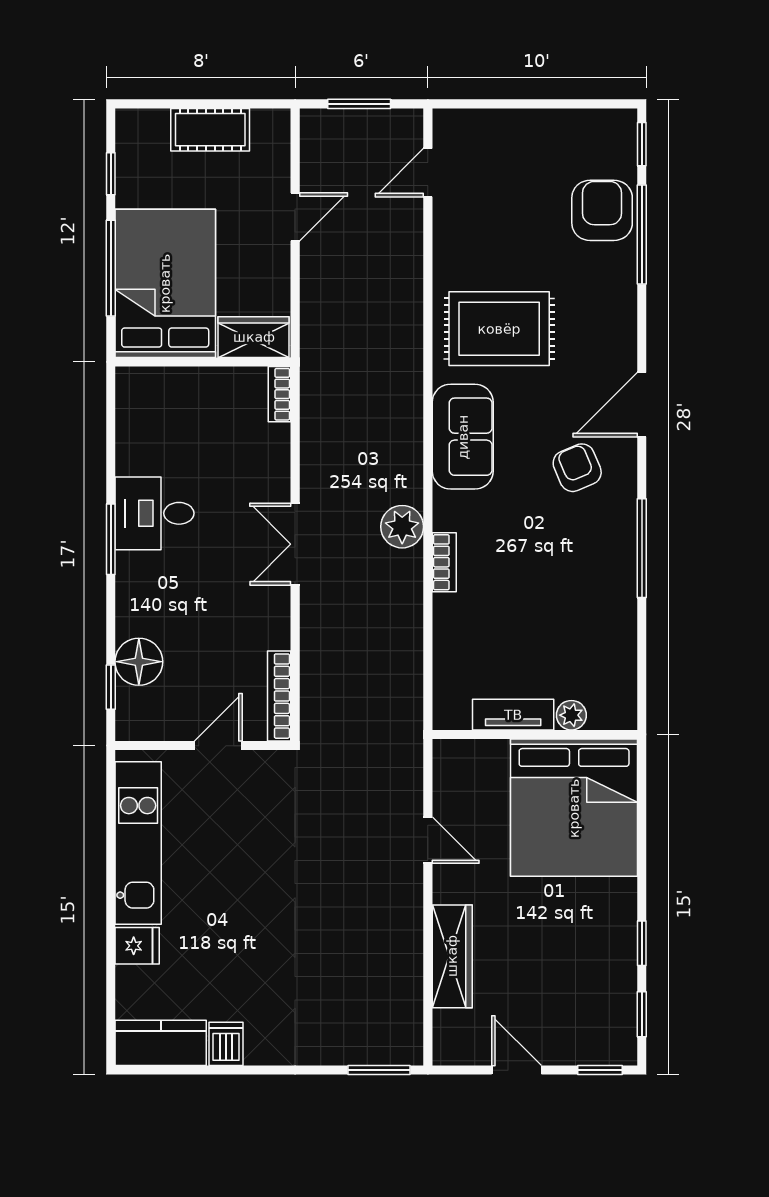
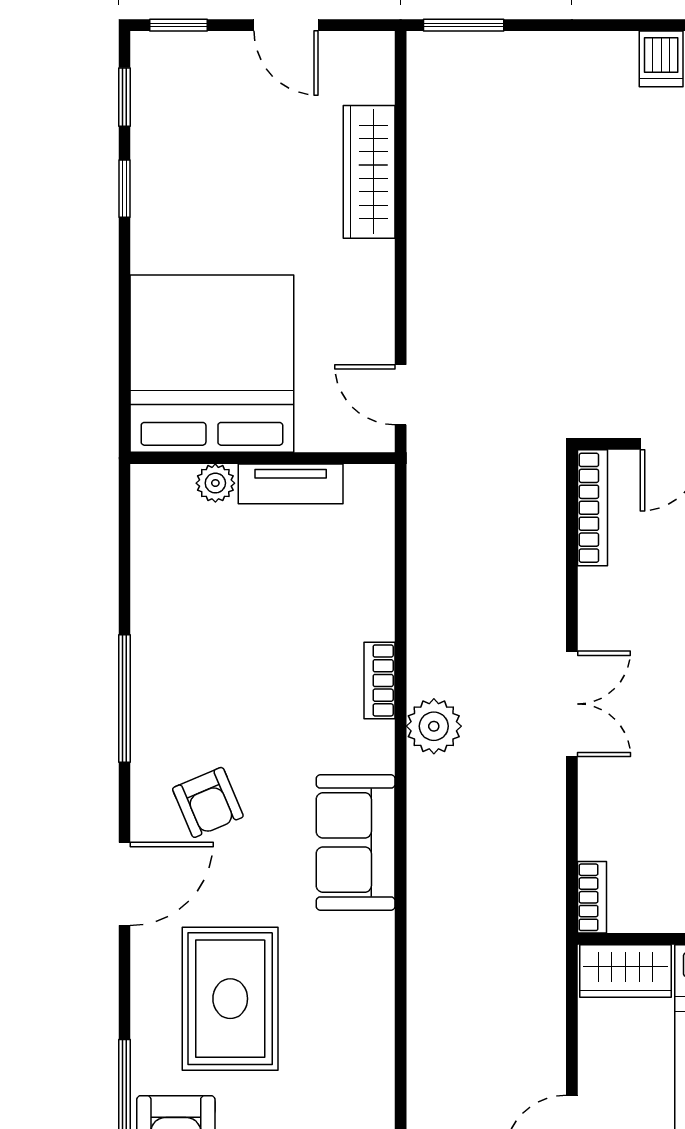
rug: (499, 329) -> (230, 999), moved, turned 90
door: (428, 840) -> (401, 395), moved

